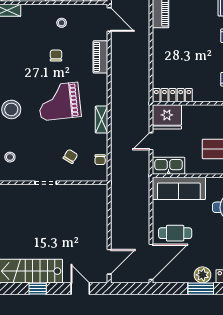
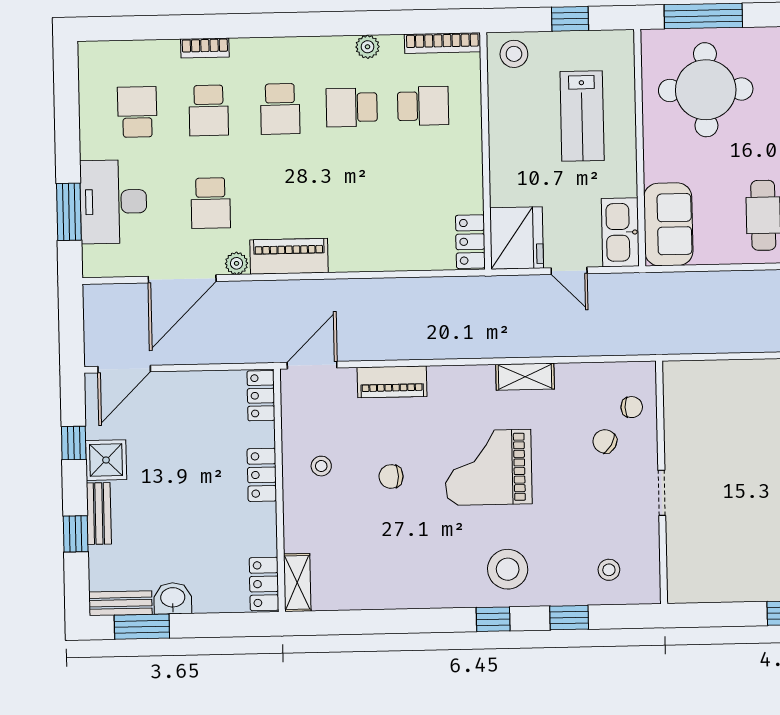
locker: (173, 95) -> (470, 242), width x0.66
grand piano: (59, 101) -> (488, 467), turned 96
chair: (100, 160) -> (632, 407), moved
sofa: (179, 188) -> (668, 224), width x0.73

